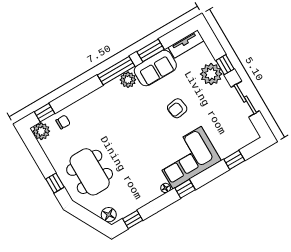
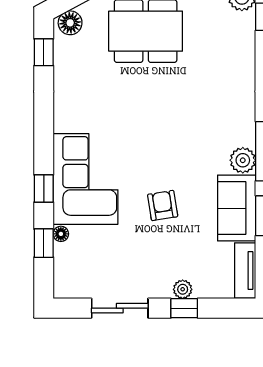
plant: (211, 74) -> (183, 289), width x0.53, depth x0.53
chair: (63, 122) -> (237, 35), removed
floor lamp: (166, 188) -> (61, 234), moved
window: (185, 189) -> (44, 189), moved

